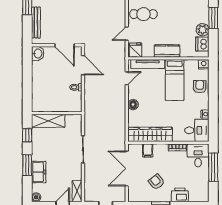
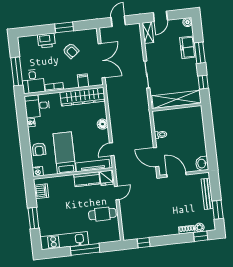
plant: (203, 30) -> (43, 205), removed
kitchen counter: (167, 51) -> (87, 179), moved
shelving: (48, 121) -> (177, 99), width x1.47

